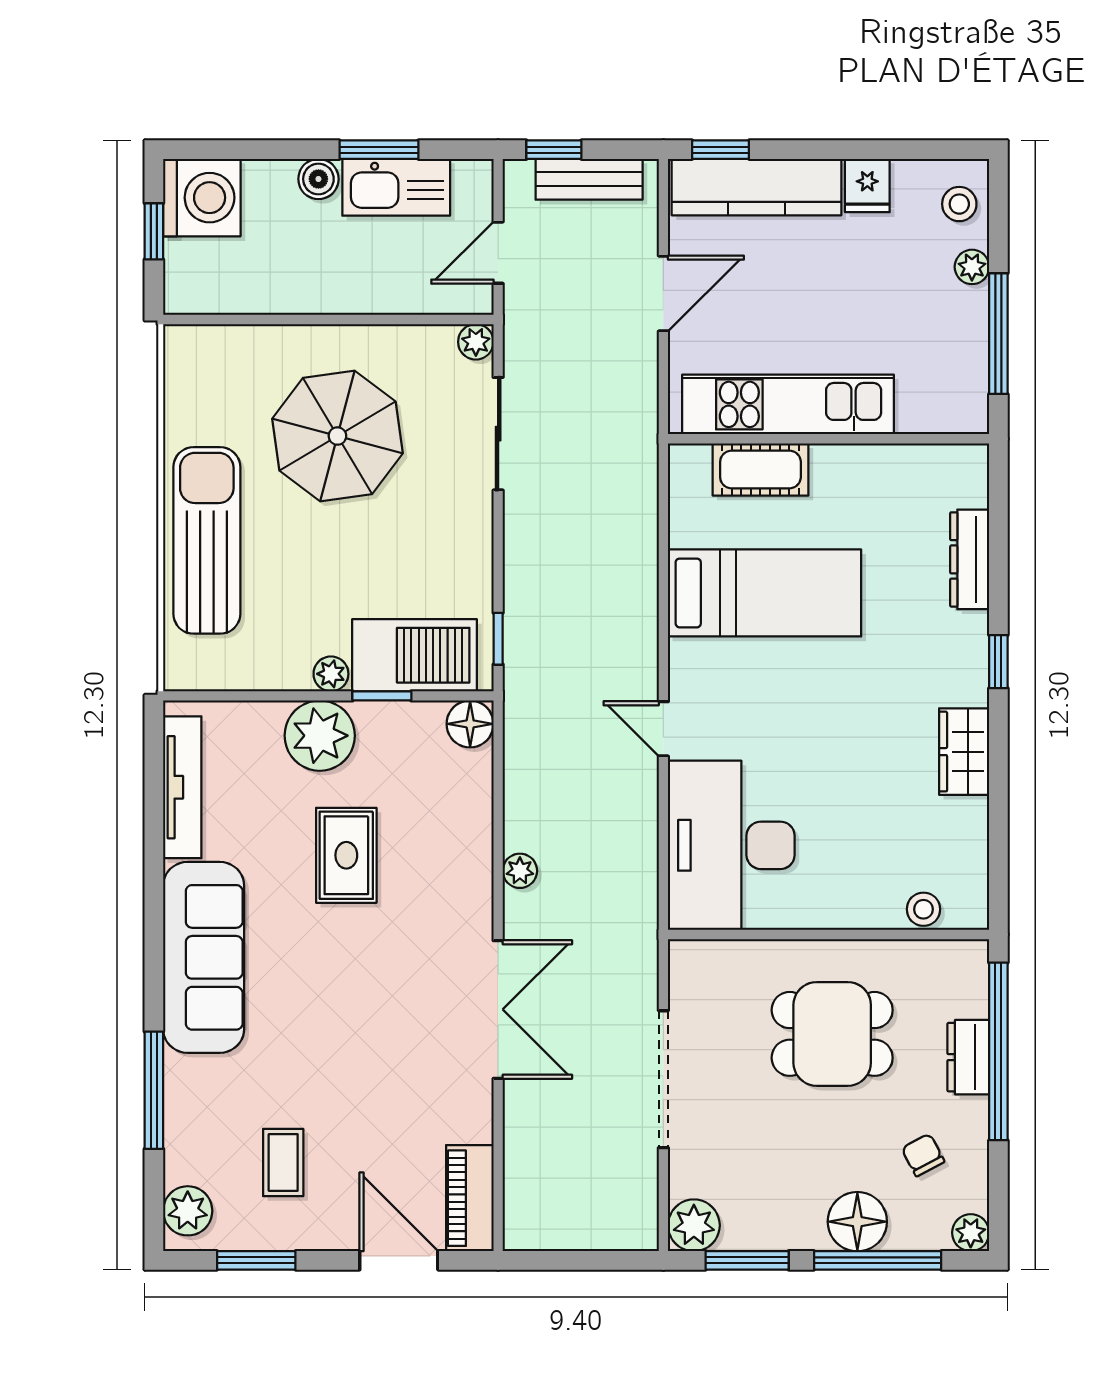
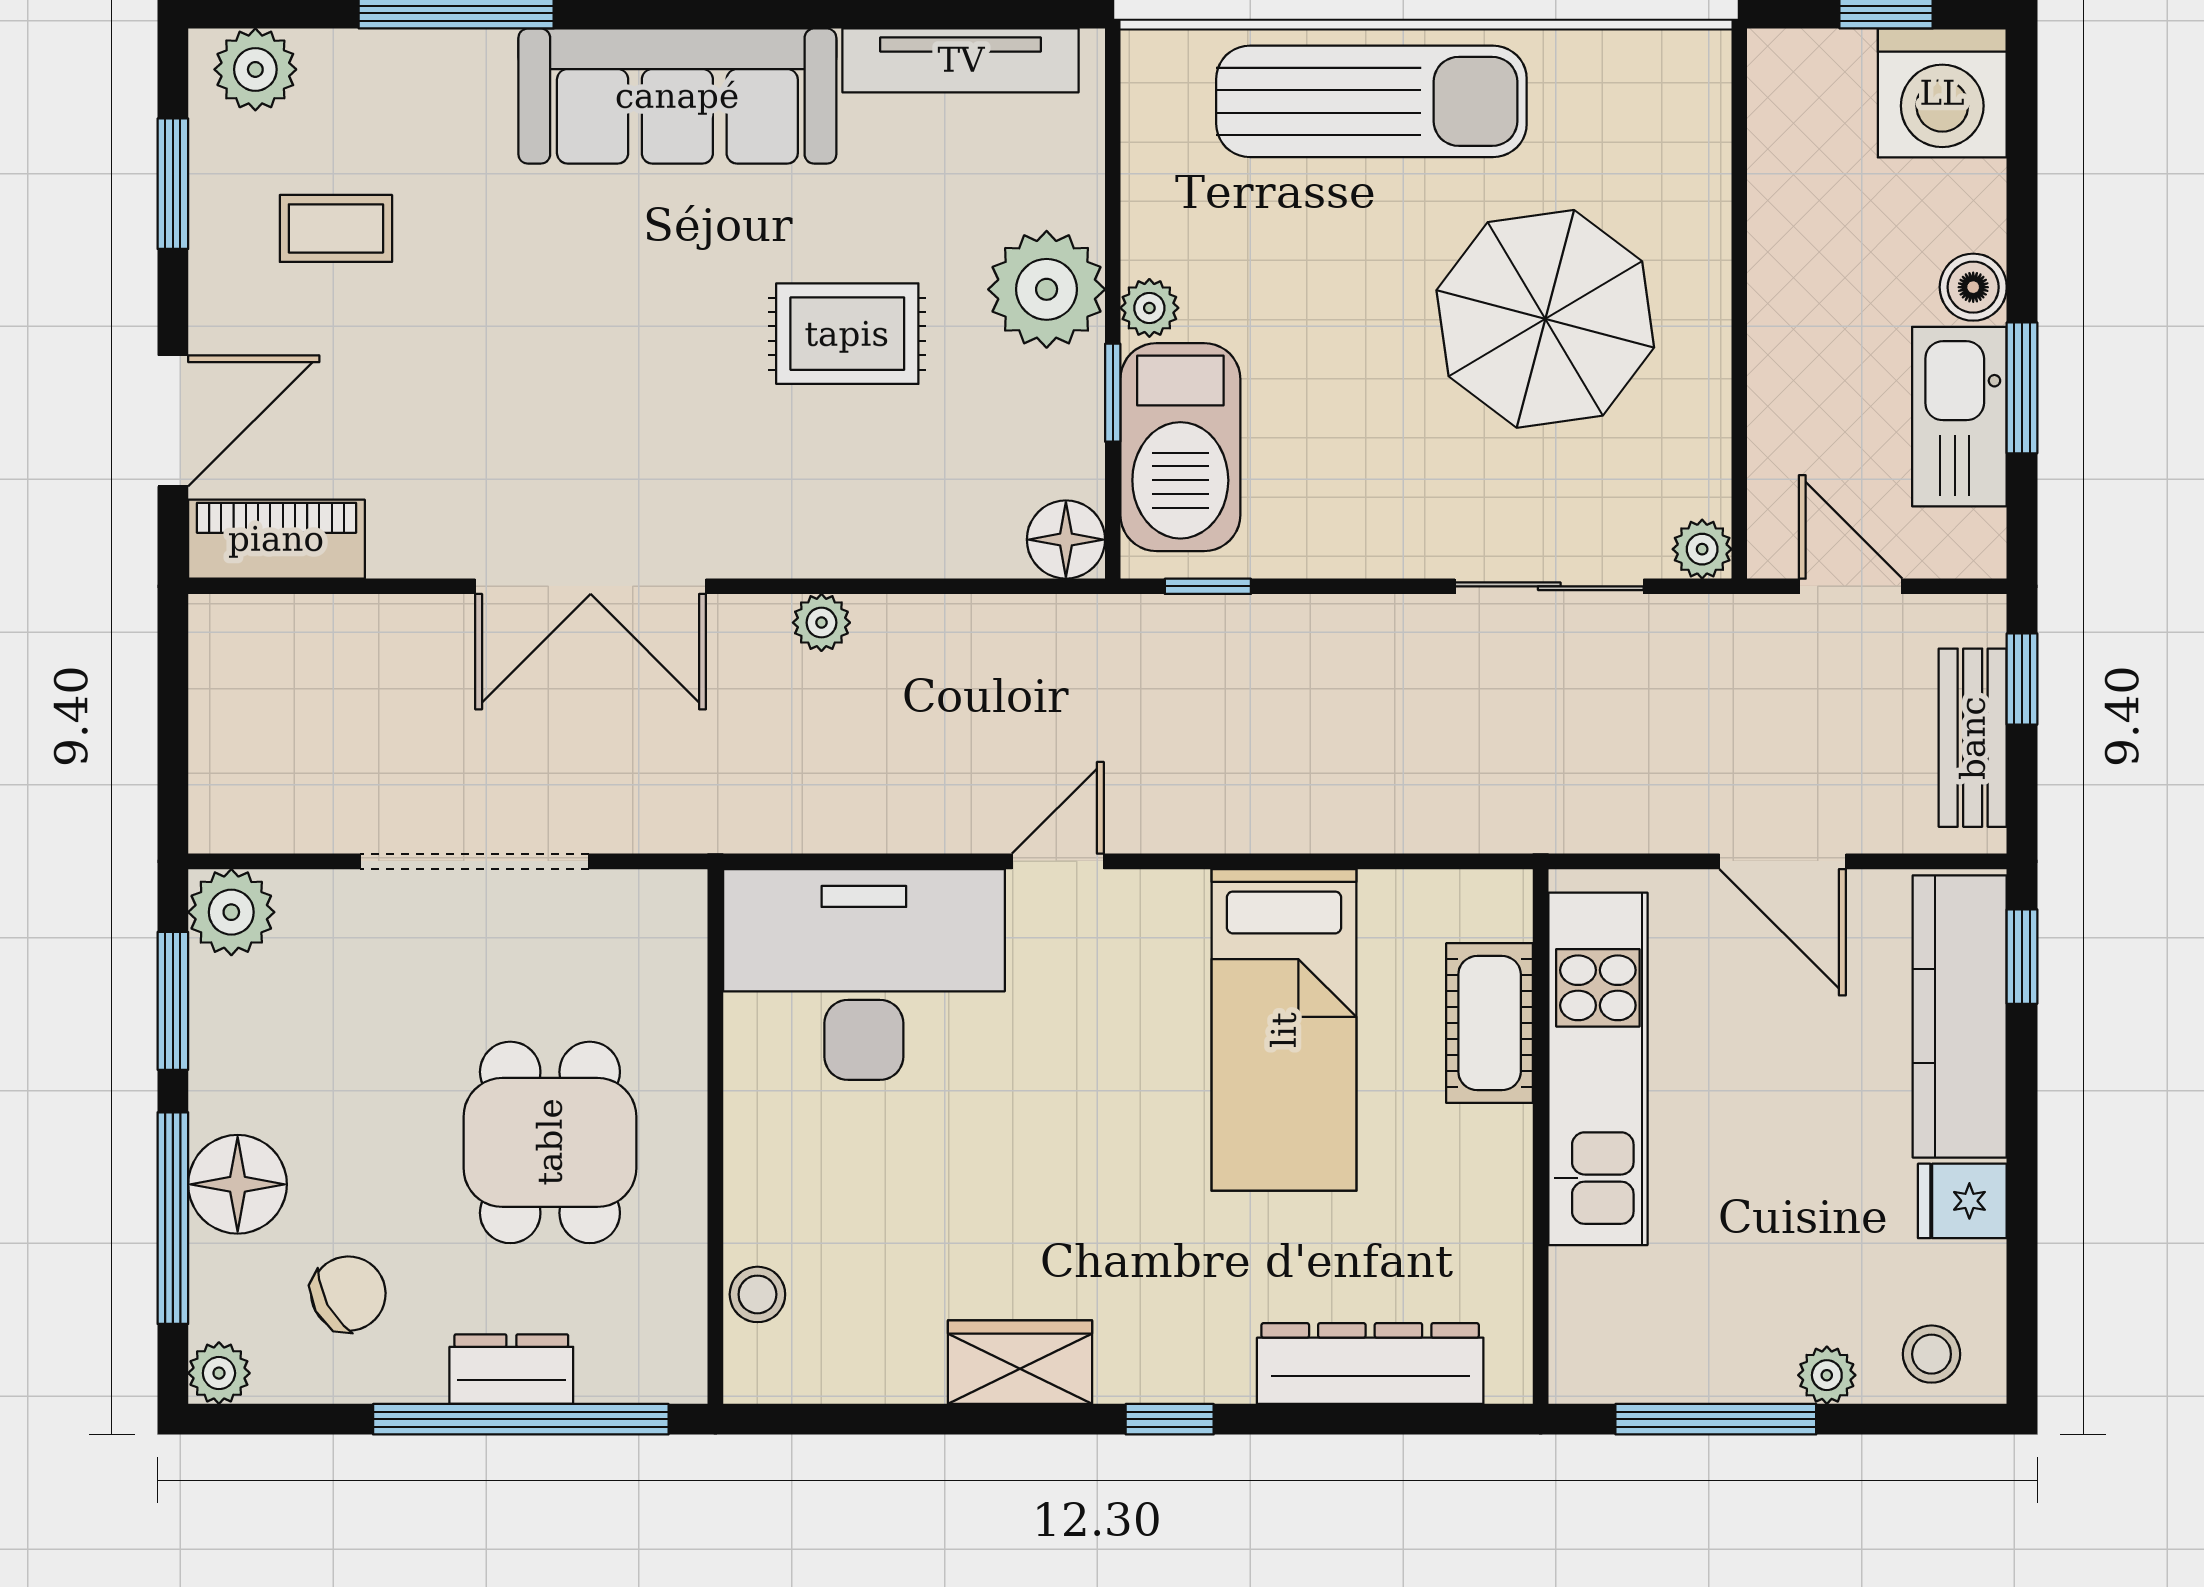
dresser: (970, 559) -> (1370, 1363), width x1.37, depth x1.24
chair: (923, 1155) -> (348, 1294), width x1.37, depth x1.37

